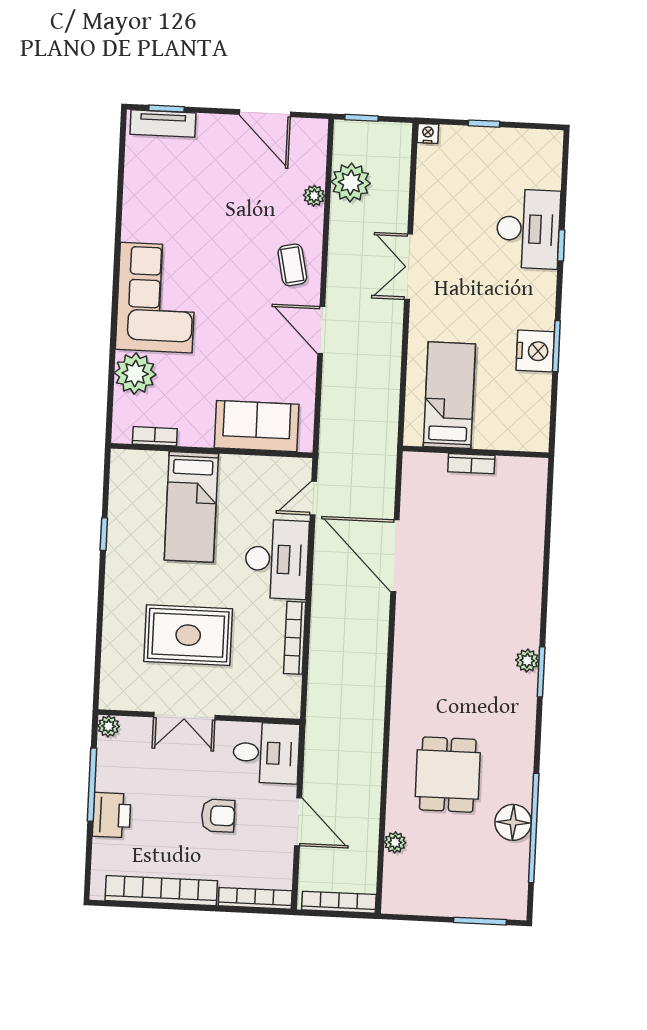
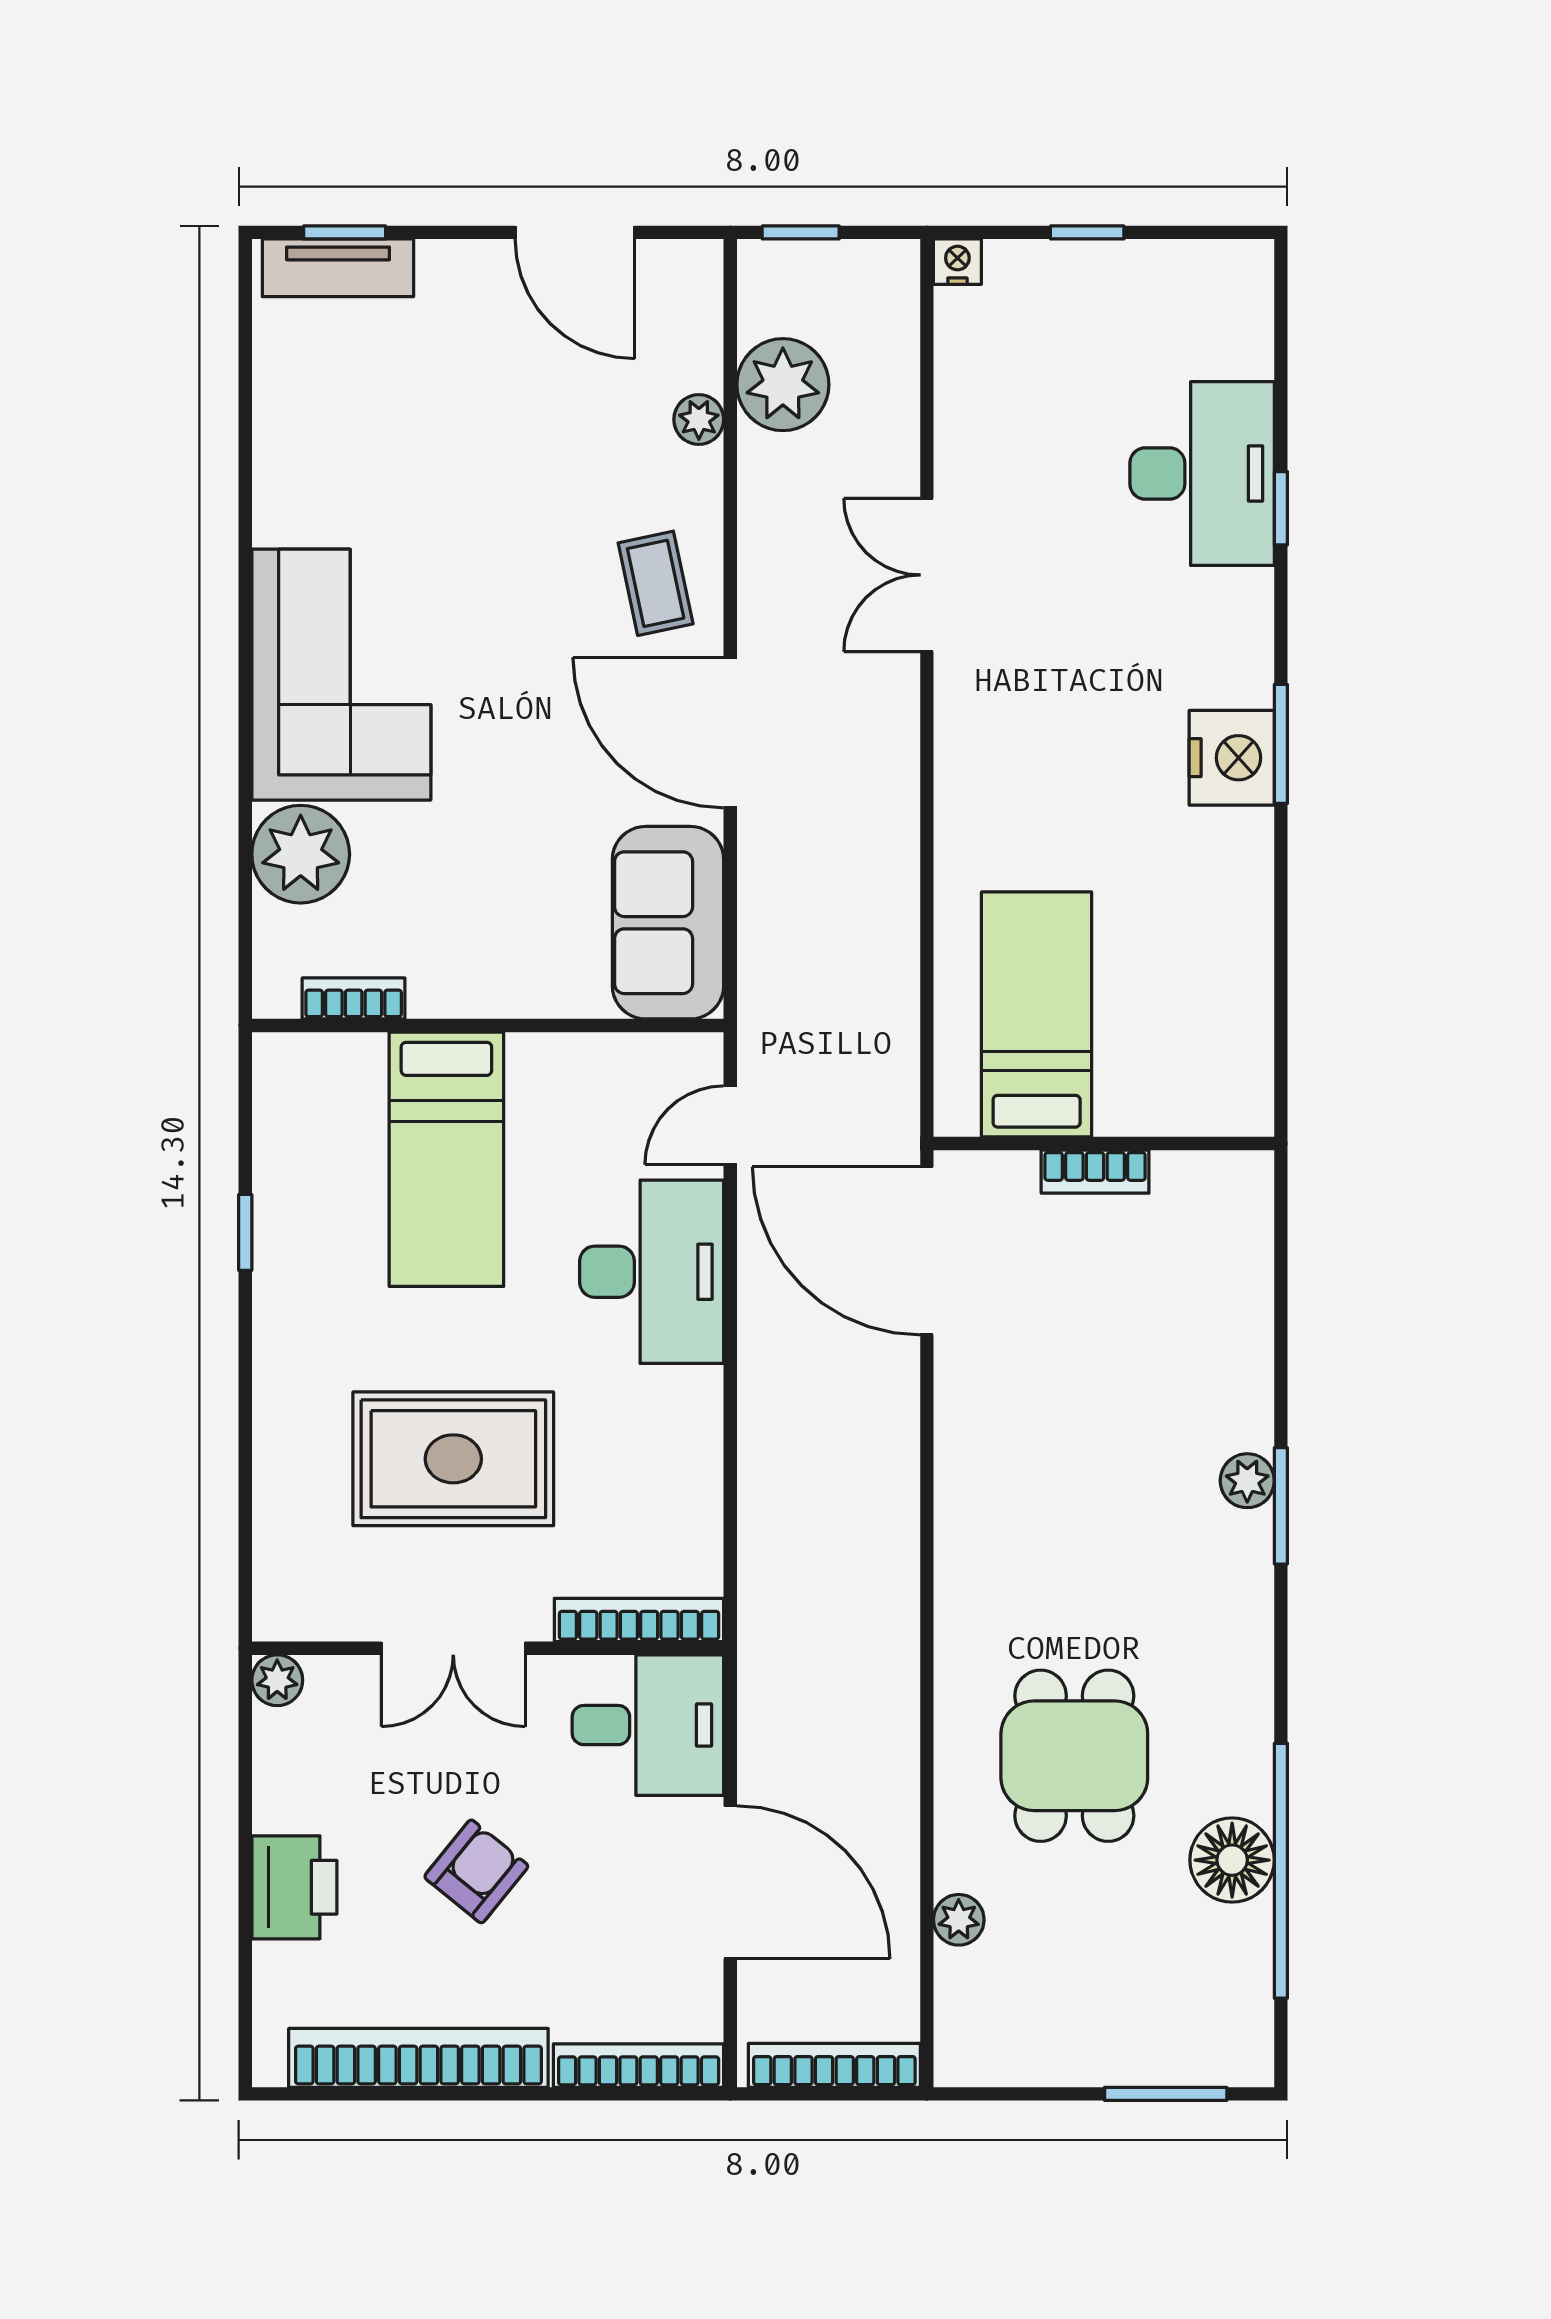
door: (321, 330) -> (730, 732), width x1.36
bed: (449, 395) -> (1037, 1014), moved
sofa: (257, 426) -> (668, 923), moved, turned -90
wall: (476, 452) -> (1104, 1144), moved
bookcase: (471, 464) -> (1095, 1172), moved
bookcase: (295, 638) -> (639, 1620), moved, turned 90
window: (92, 785) -> (245, 1818), removed
armchair: (218, 816) -> (476, 1871), moved, turned -51
door: (298, 822) -> (730, 1882), width x1.36

